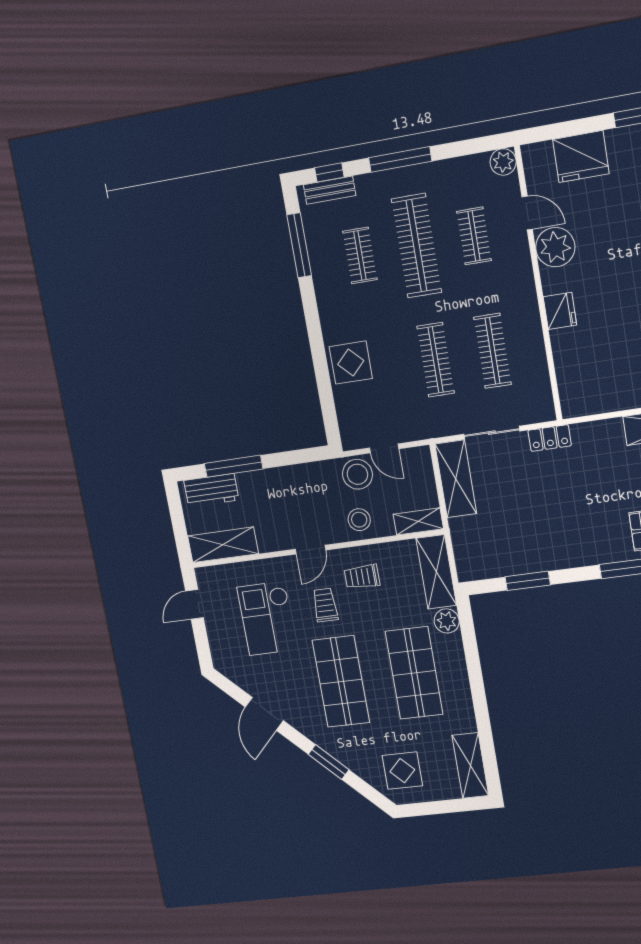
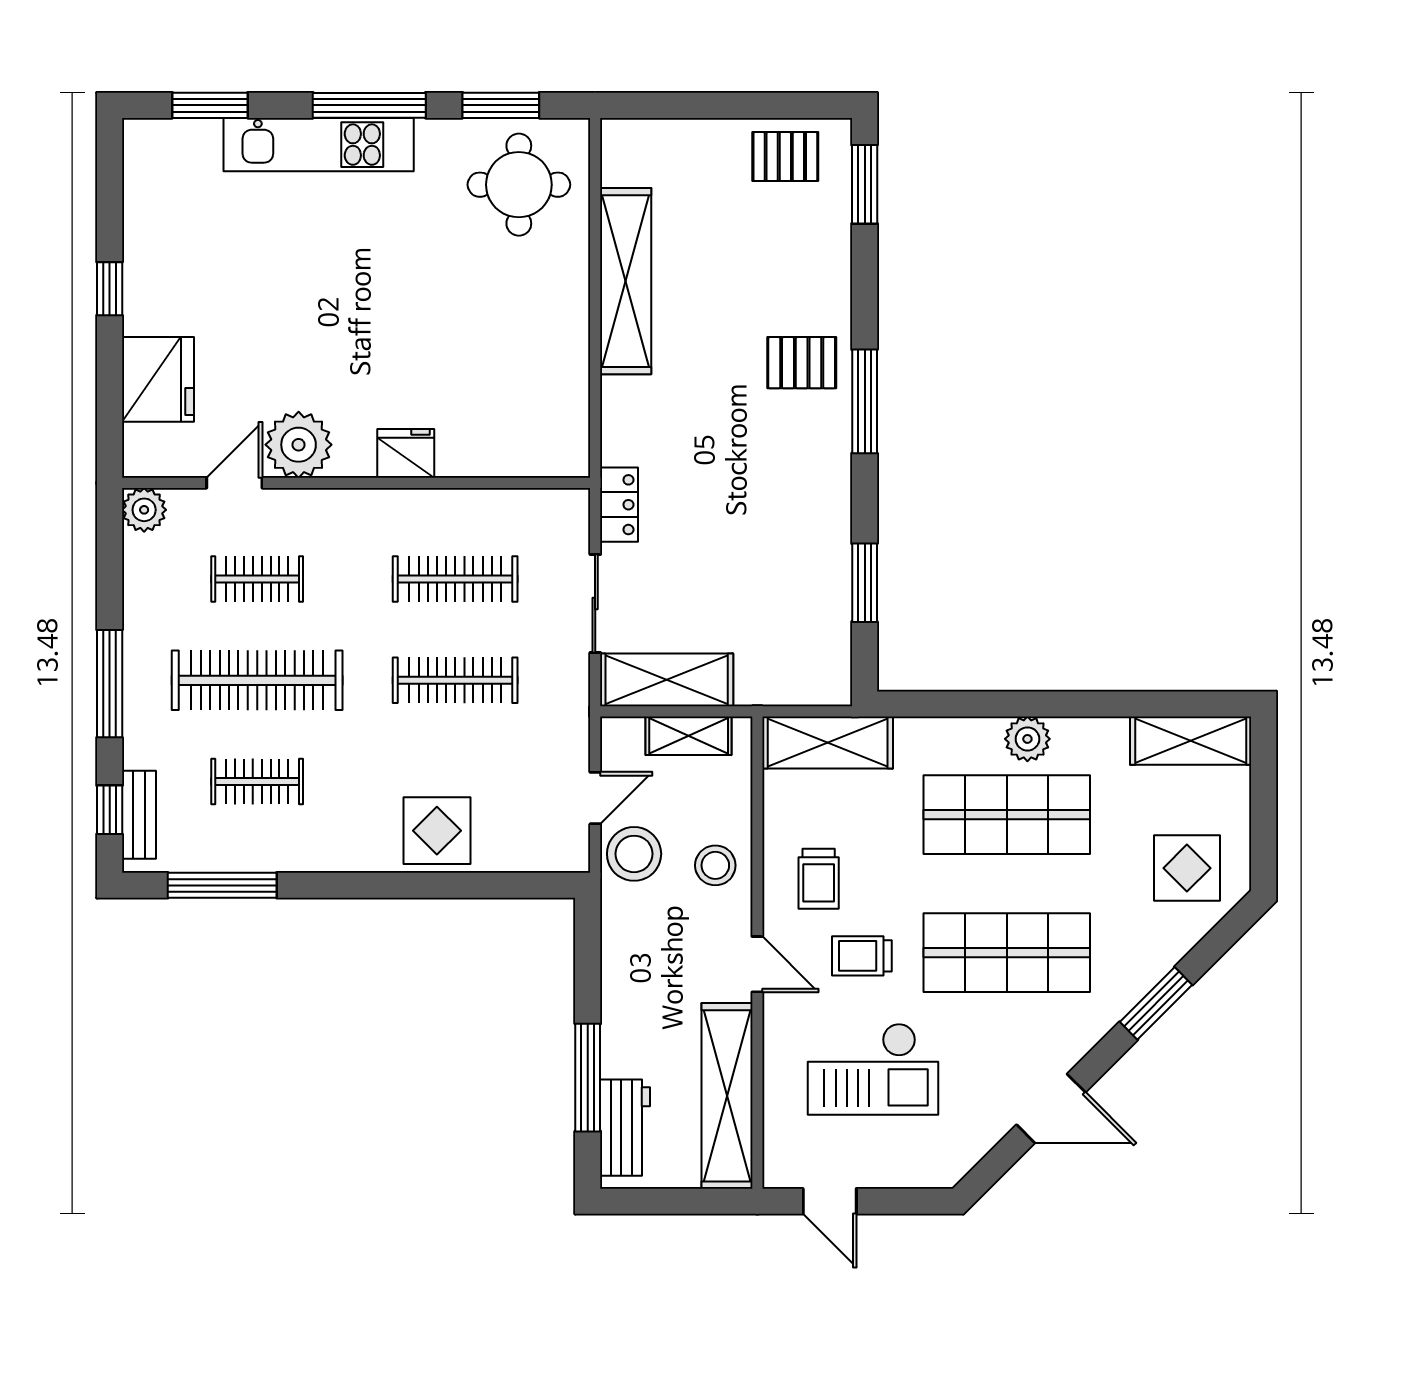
shelving: (418, 521) -> (689, 736), moved, turned 90
shelving: (223, 545) -> (727, 1096), width x1.47
plant: (447, 621) -> (1027, 739), moved

